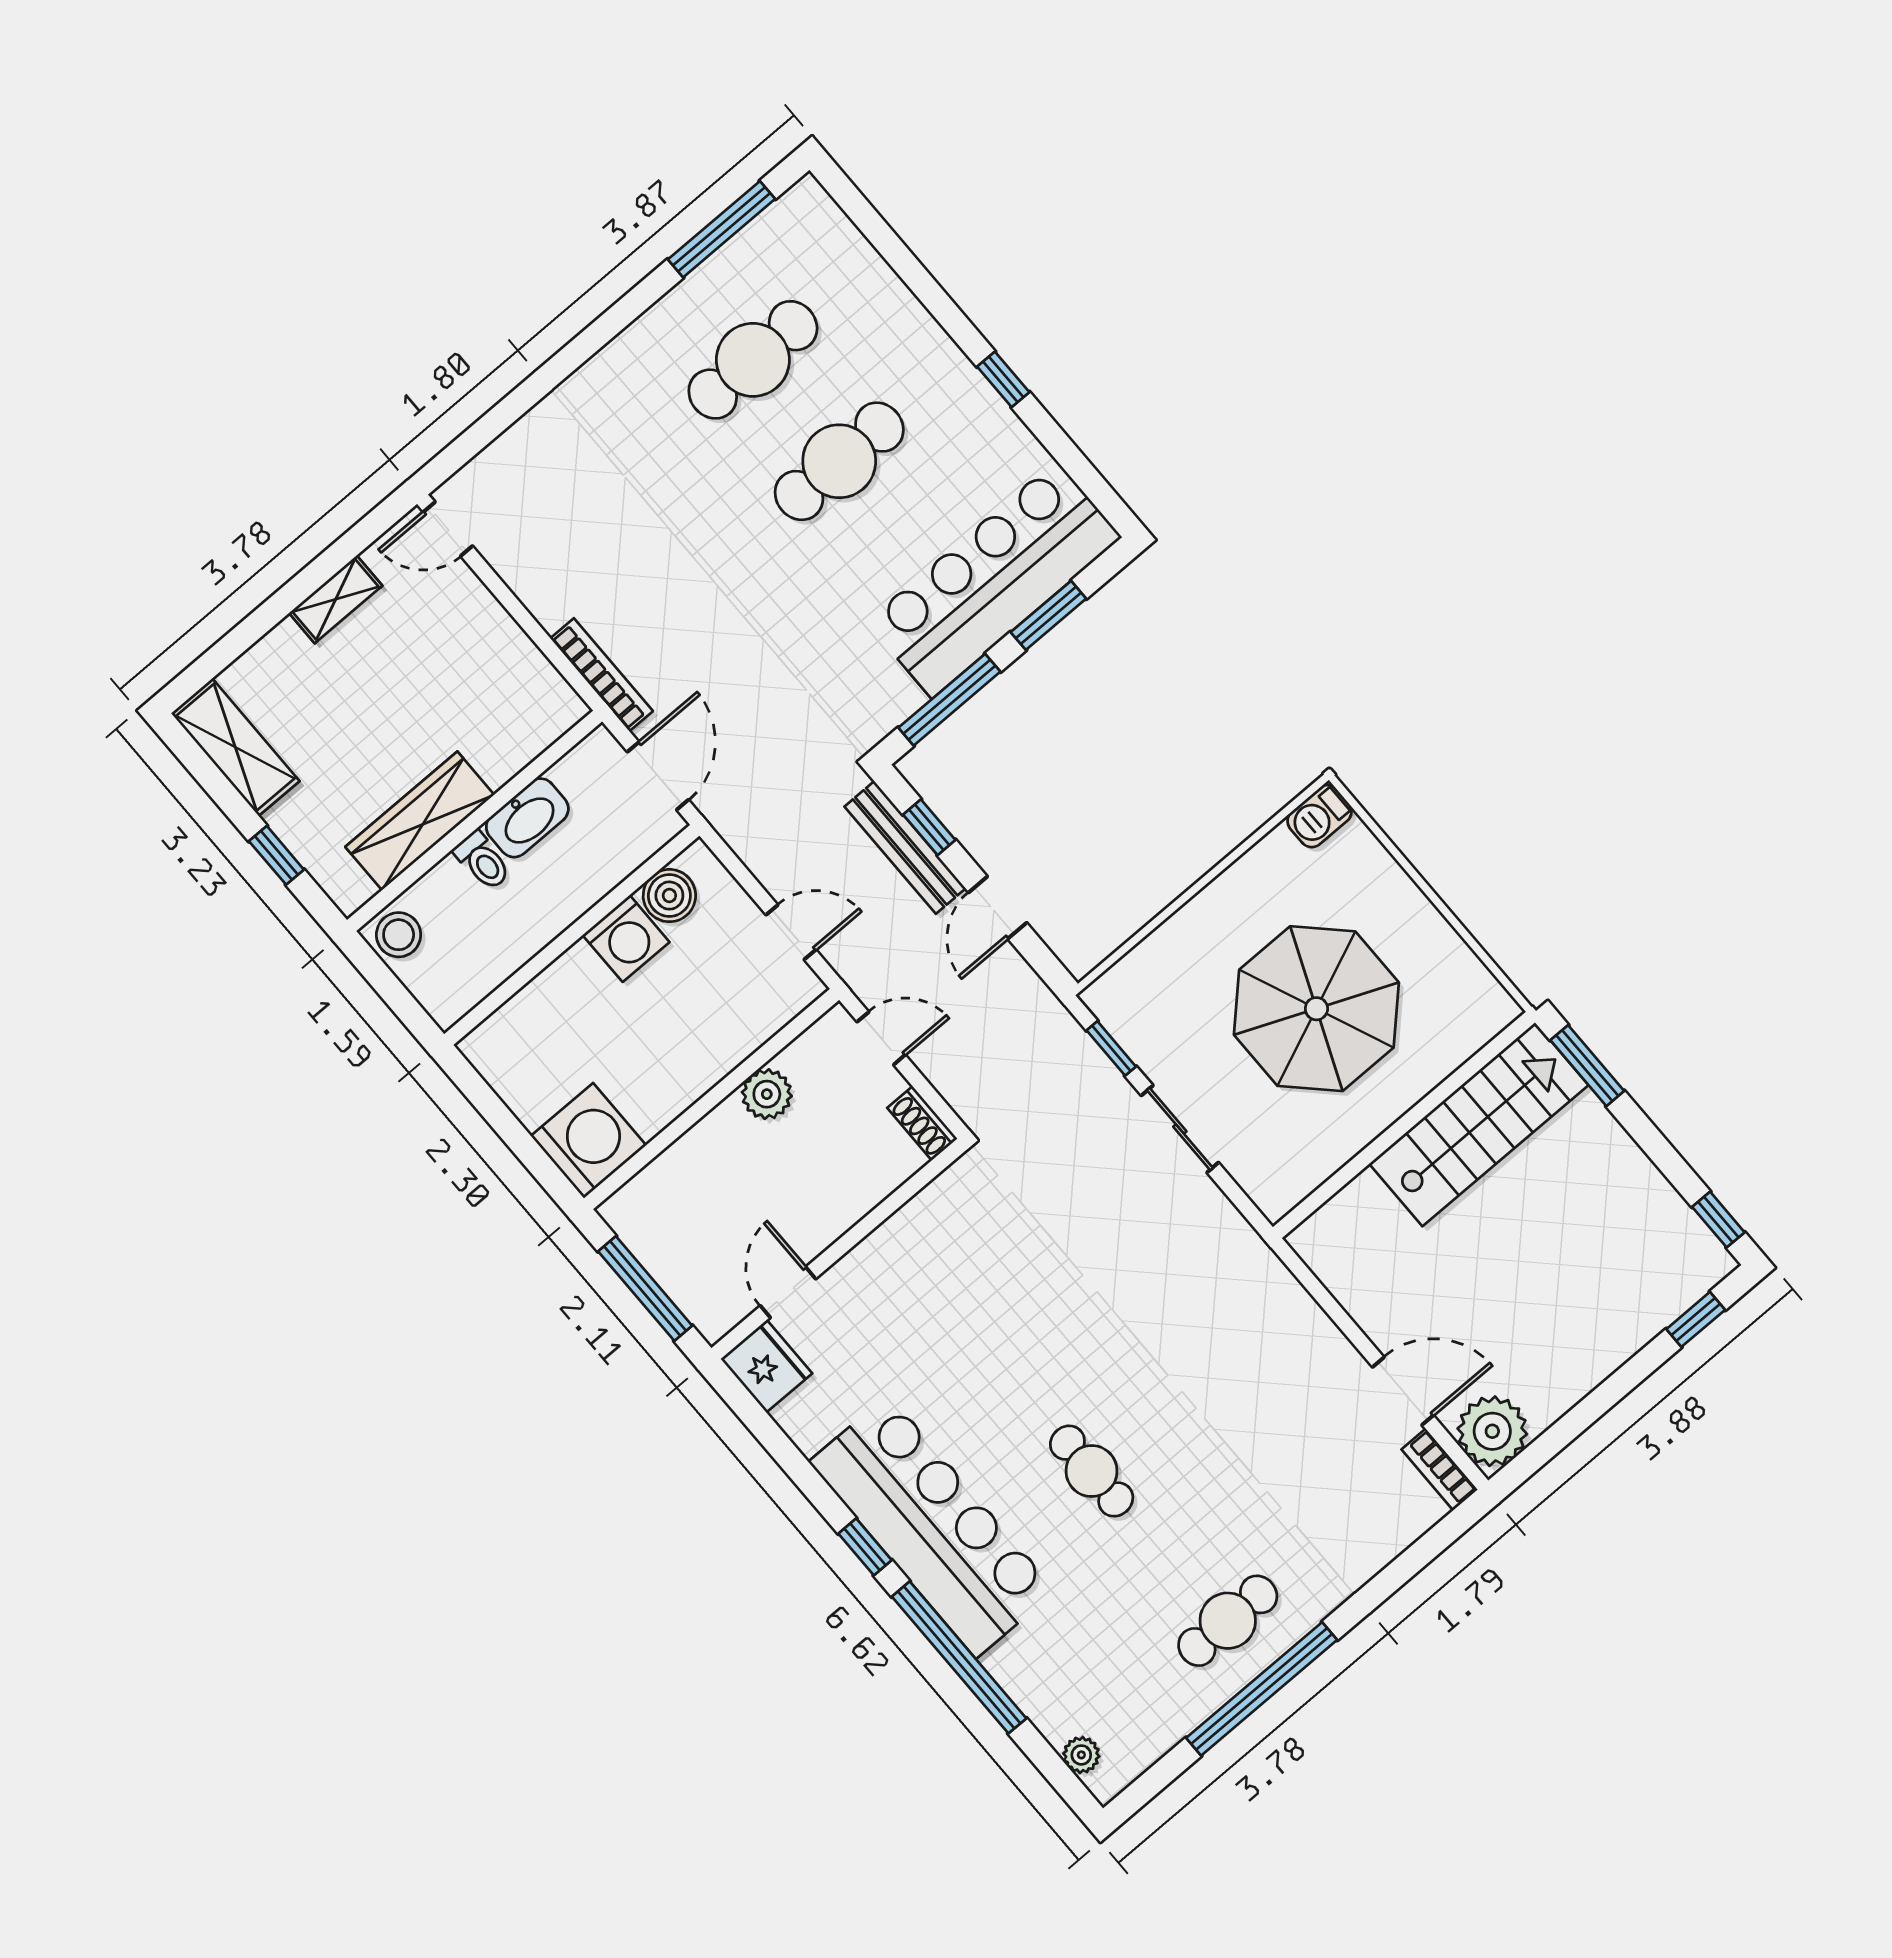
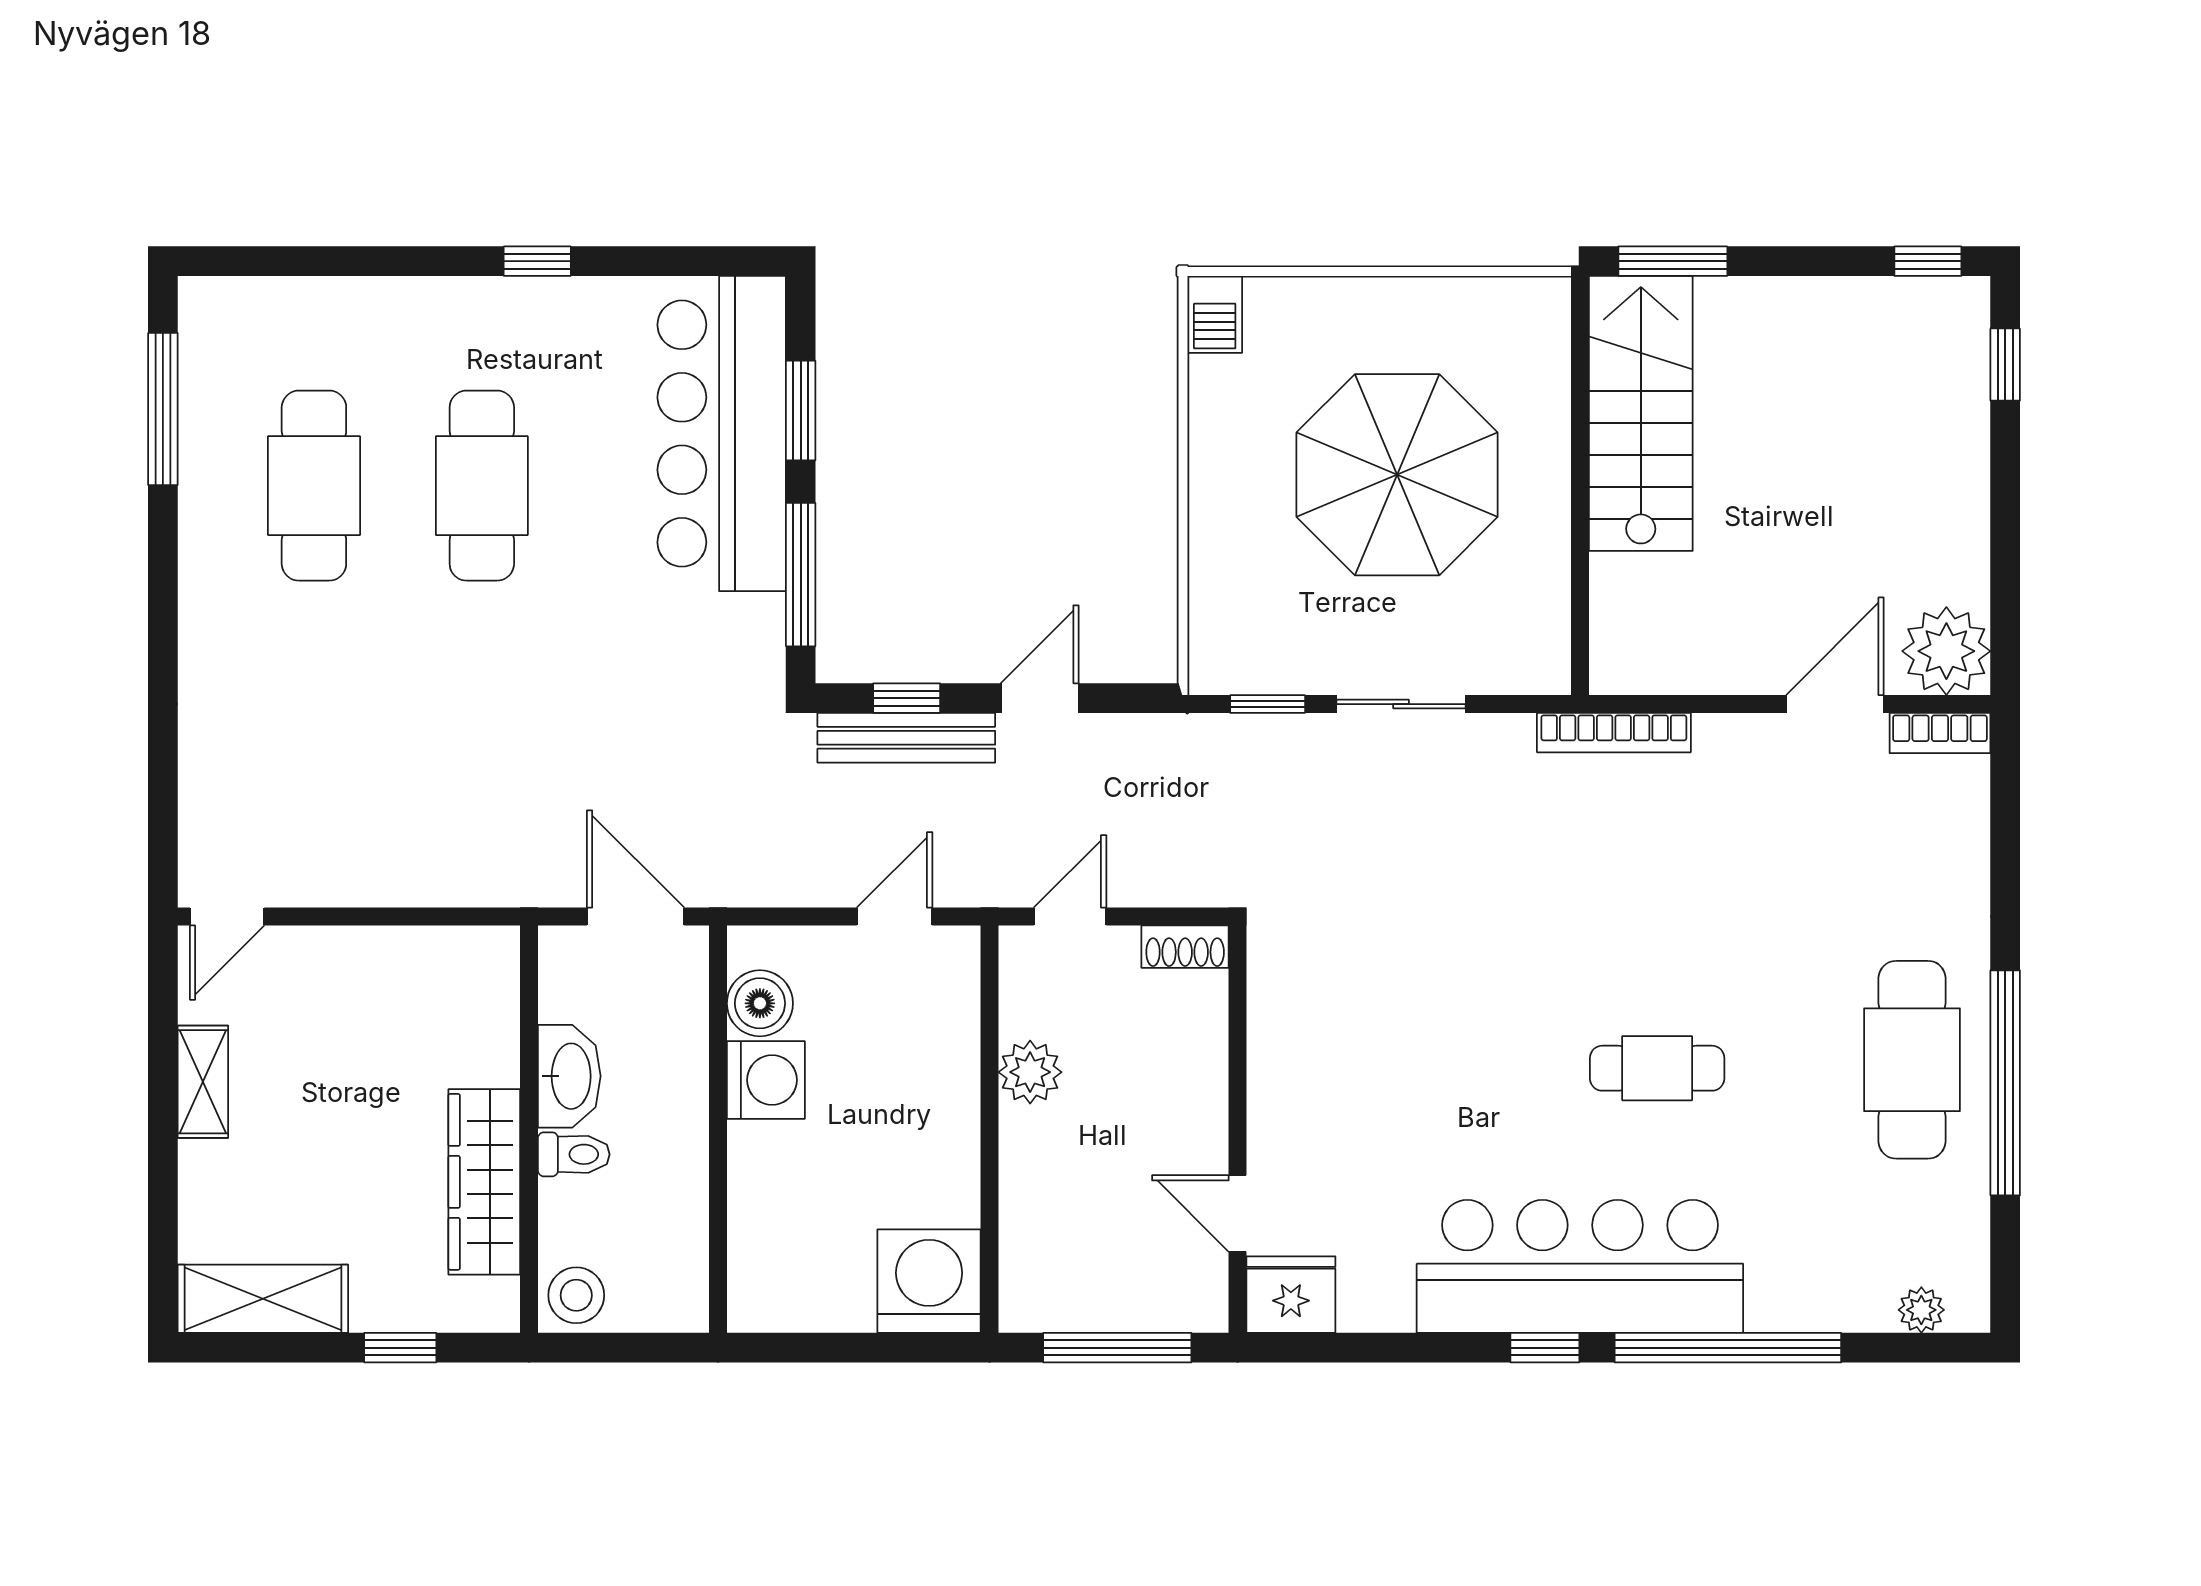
bookcase: (602, 675) -> (1614, 733), moved, turned 180
door: (998, 908) -> (1040, 698), swing flipped
cafe table: (1228, 1621) -> (1912, 1060), width x1.37, depth x1.35

